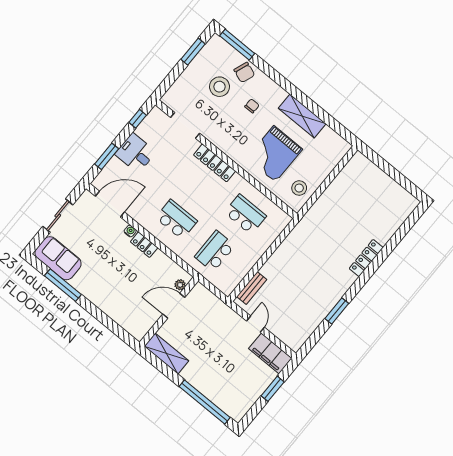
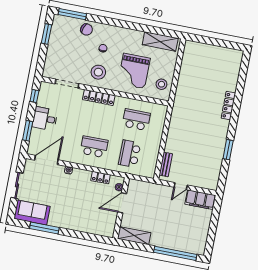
stool: (219, 87) -> (98, 72), moved
shelving: (302, 116) -> (160, 41), moved
locker: (144, 245) -> (100, 178), moved
door: (255, 324) -> (181, 186), swing flipped
window: (273, 389) -> (214, 221), removed

